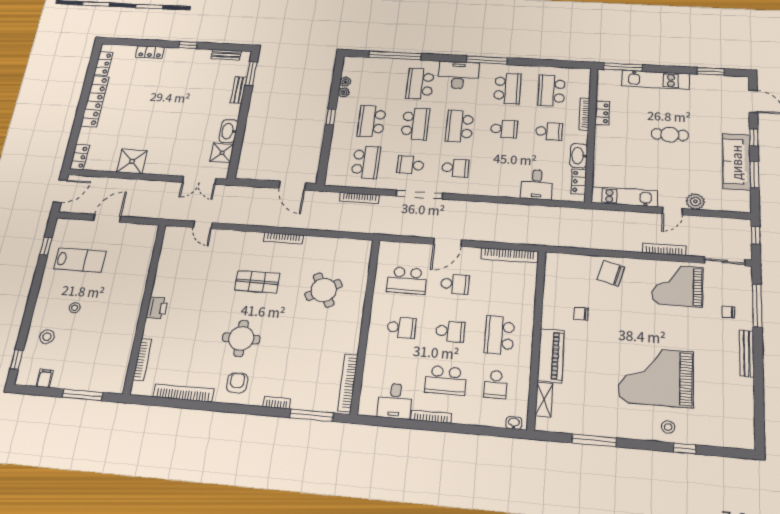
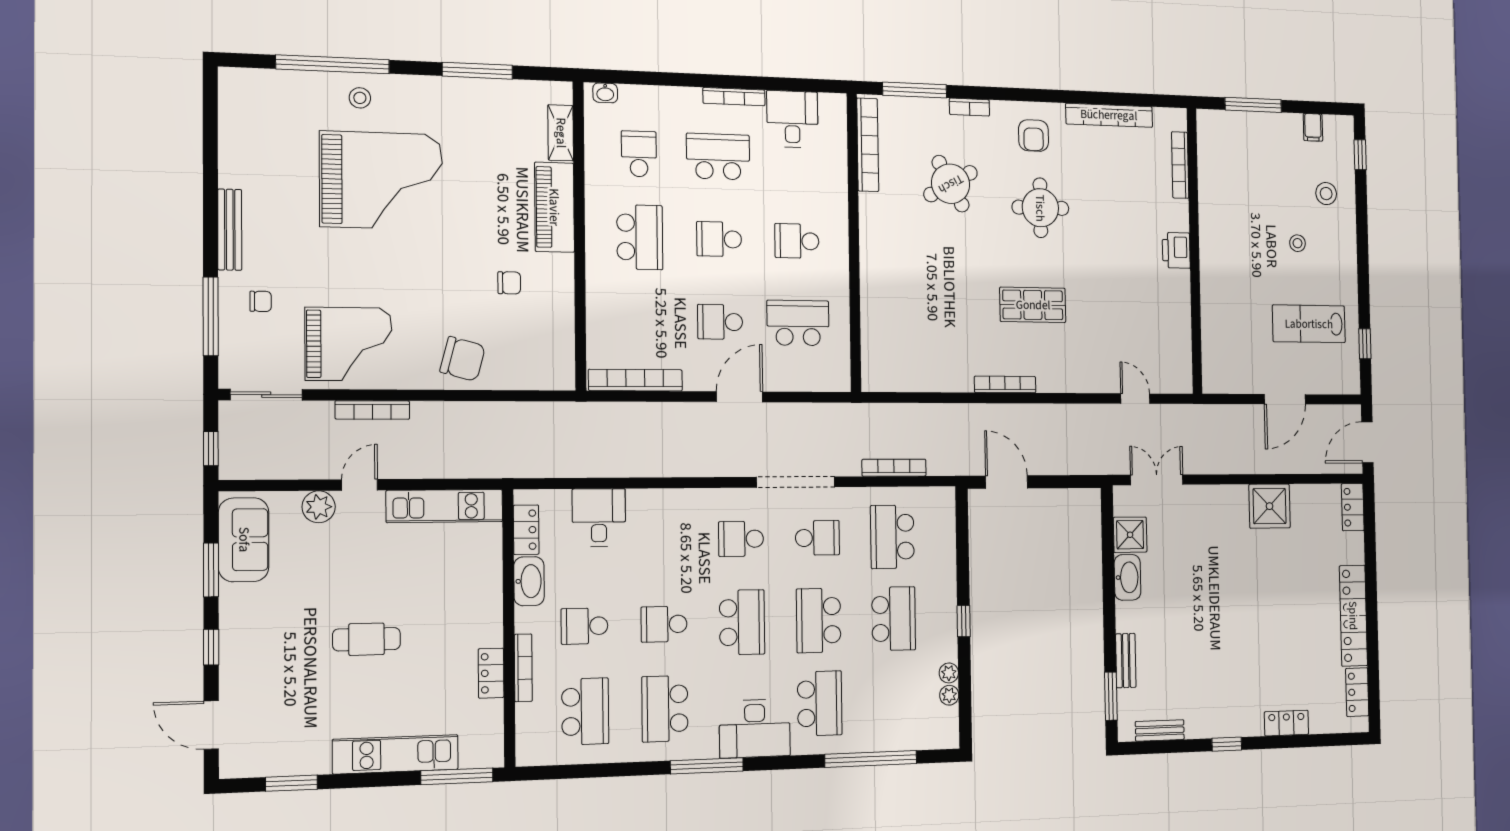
sofa: (737, 162) -> (244, 540), moved, width x0.73
round table: (324, 290) -> (951, 184), moved
window: (685, 448) -> (333, 64), width x3.17

